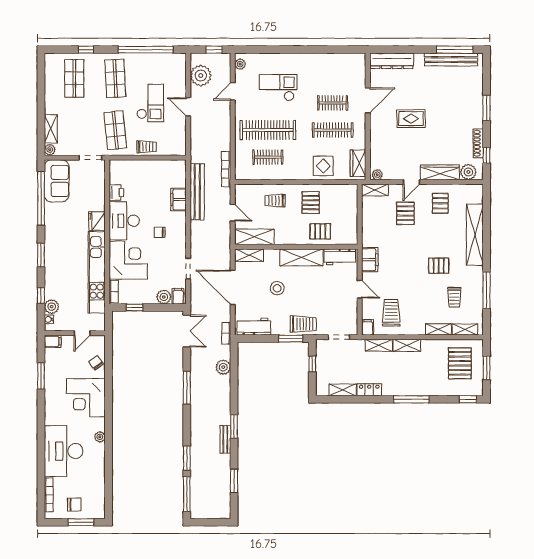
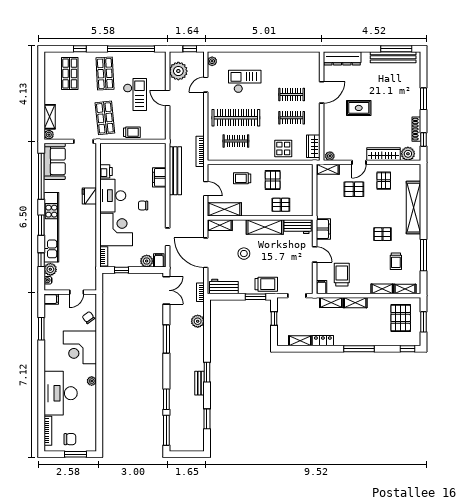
clothes rail: (333, 130) -> (292, 118), width x0.73
pallet: (405, 213) -> (354, 189), turned 90
kitchen unit: (97, 272) -> (51, 227), moved, turned 180

